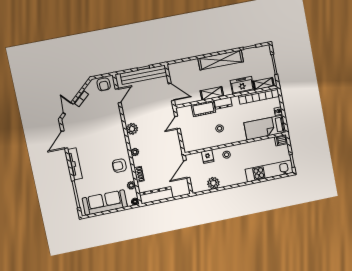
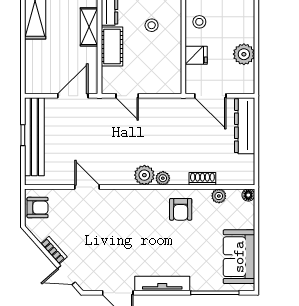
door: (118, 96) -> (87, 187), moved
plant: (132, 129) -> (144, 175), moved
dresser: (156, 195) -> (245, 126), moved
sofa: (105, 202) -> (239, 257), width x0.73

